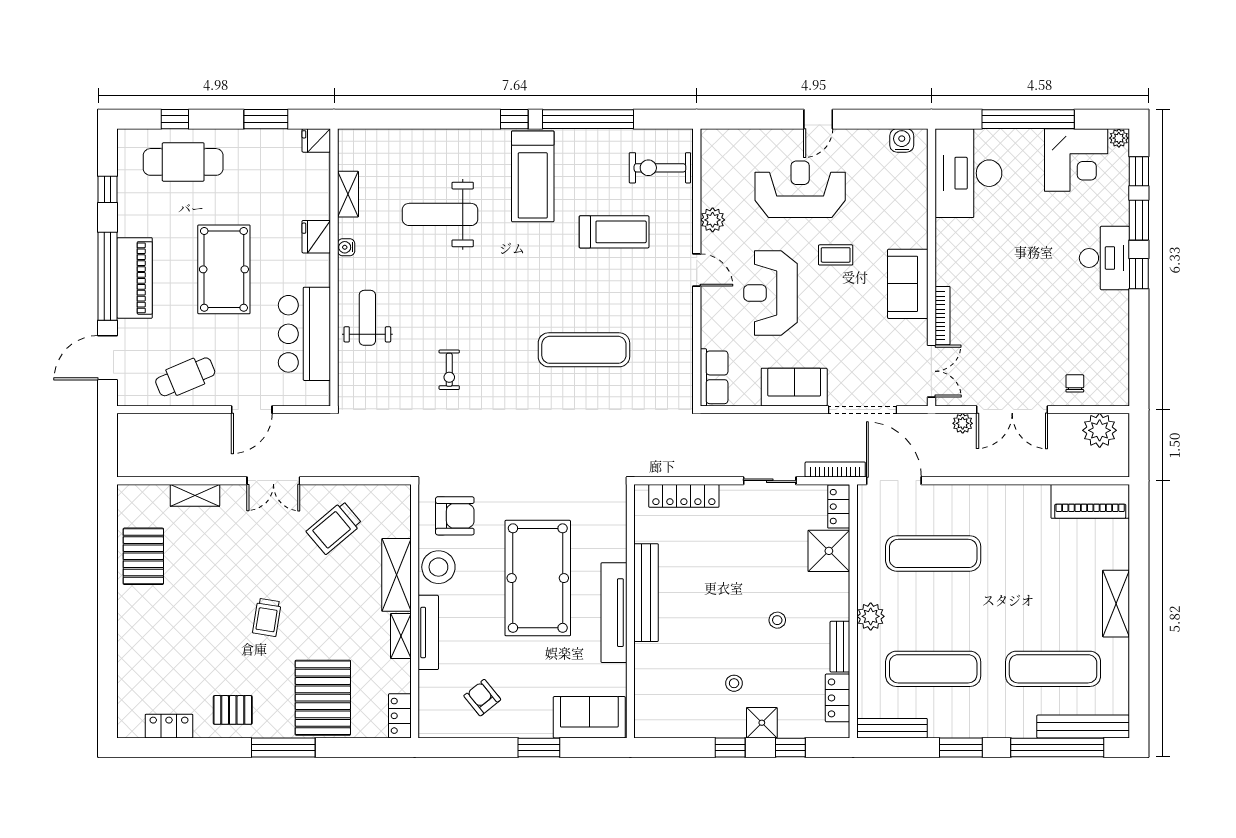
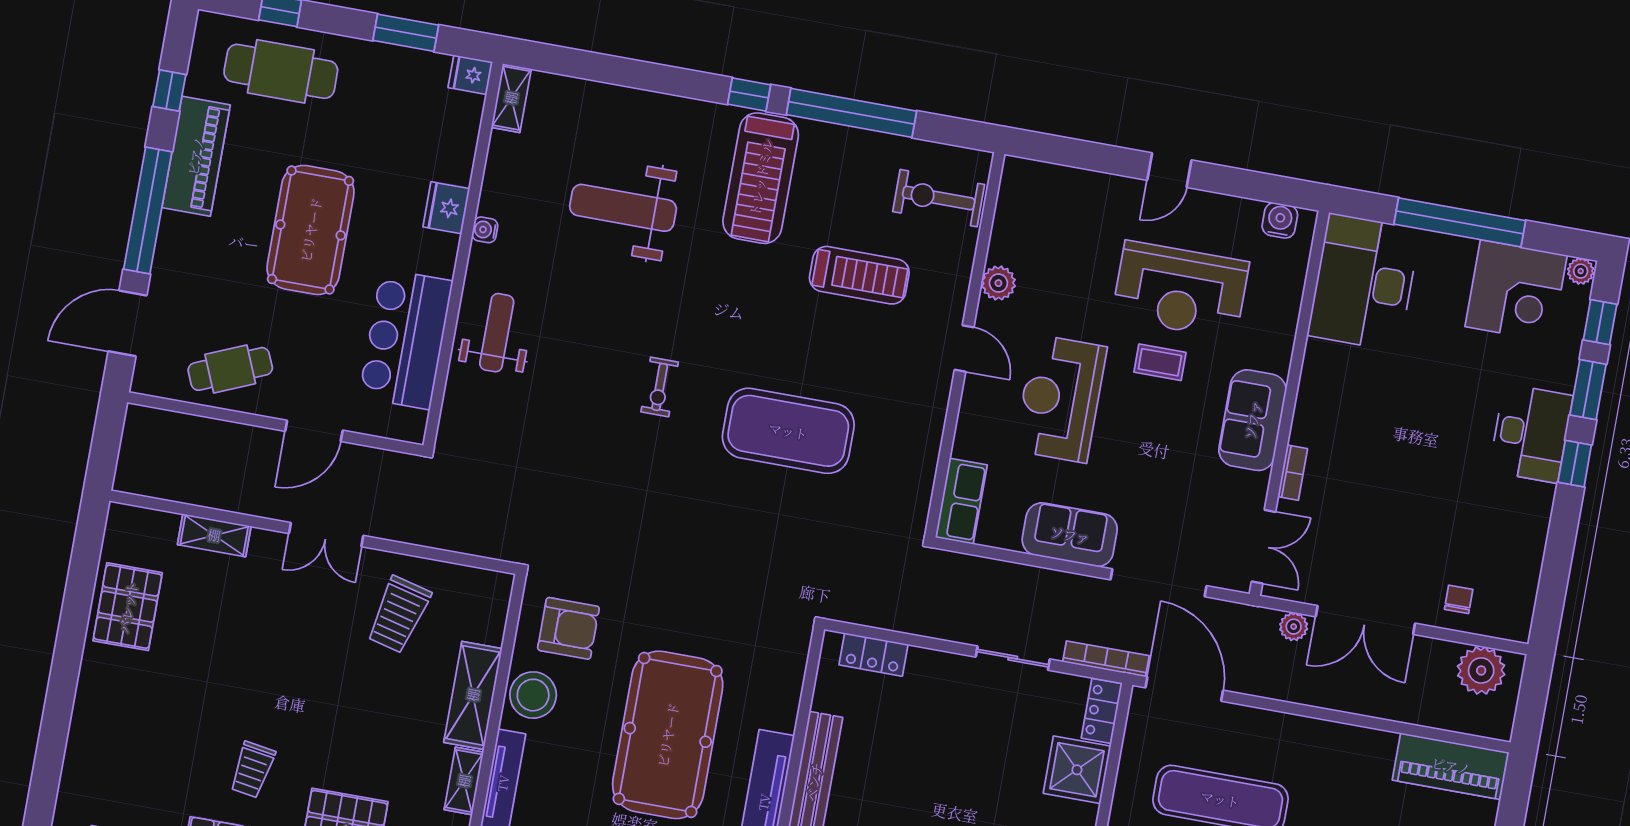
reception desk: (800, 189) -> (1180, 290), moved, turned 180
shelving: (348, 194) -> (511, 98), moved
piano: (135, 278) -> (196, 156), moved
bookcase: (943, 316) -> (1293, 473), width x0.64
exercise mat: (584, 350) -> (788, 431), width x1.47
exercise bike: (449, 370) -> (660, 387), moved
locker: (684, 496) -> (873, 655), width x0.66
trolley: (334, 528) -> (399, 615), turned -36
trolley: (267, 617) -> (252, 770), moved

